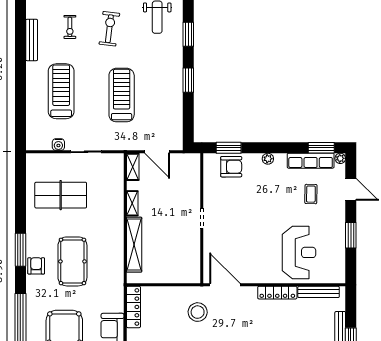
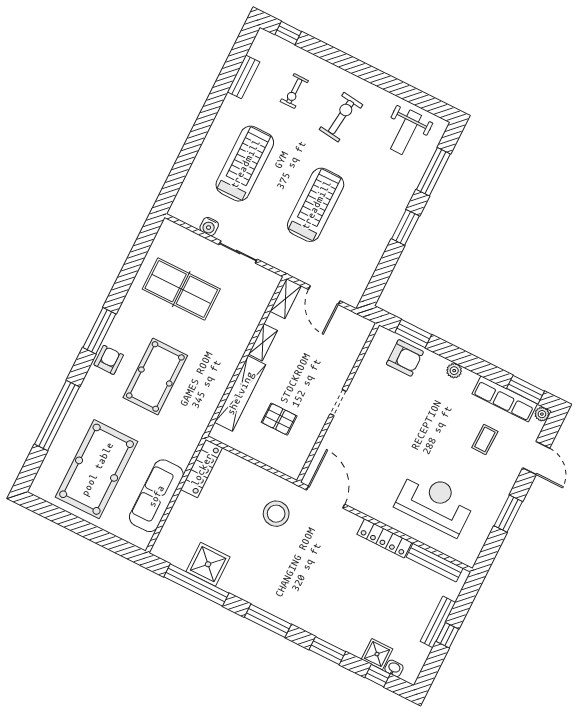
window: (188, 34) -> (433, 172), width x1.44
bench: (32, 40) -> (244, 77), width x0.73
pallet: (168, 249) -> (279, 419), added
reception desk: (299, 252) -> (435, 503), turned -90

